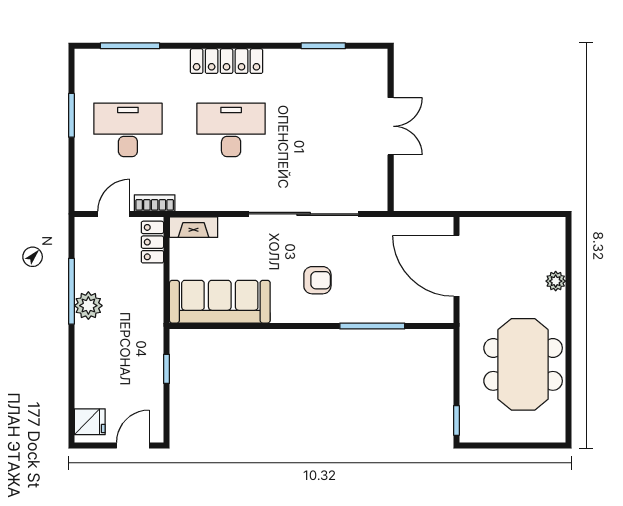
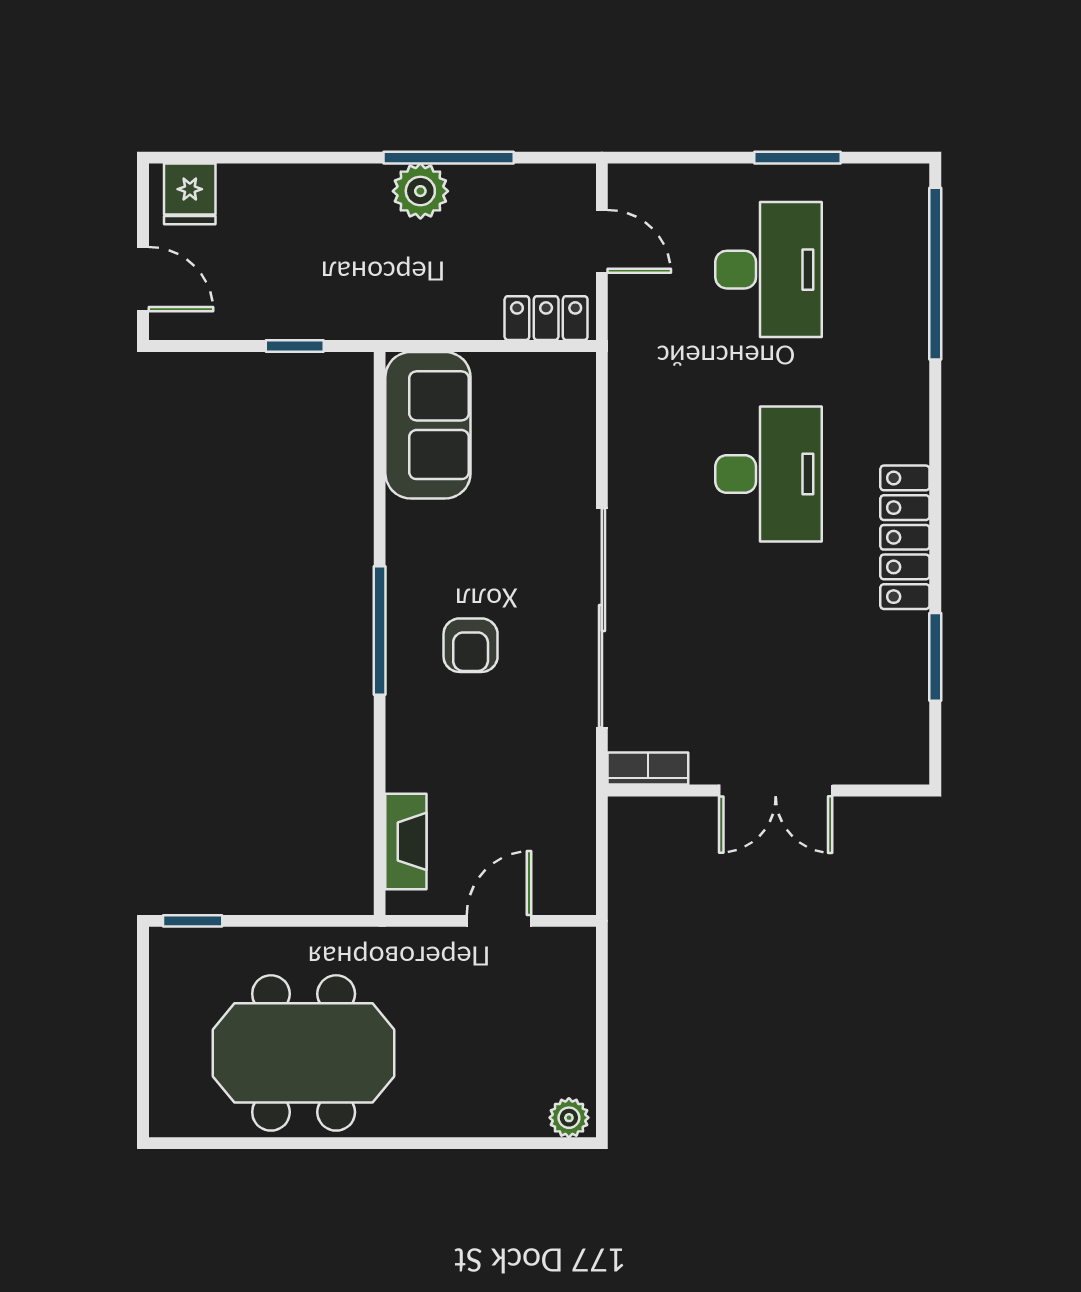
window: (130, 46) -> (935, 274), width x1.46
locker: (227, 61) -> (905, 537), moved
bookcase: (155, 203) -> (648, 769), moved, turned -90
fireplace: (194, 227) -> (406, 841), moved, turned 180
door: (456, 266) -> (499, 921), width x0.53
plant: (556, 281) -> (569, 1118), moved
sofa: (220, 302) -> (428, 425), width x0.73
window: (372, 326) -> (380, 630), moved

